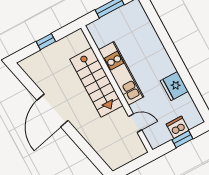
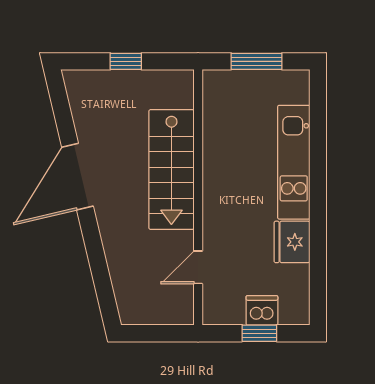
kitchen unit: (121, 73) -> (294, 162), moved, turned 180
door: (135, 123) -> (198, 267), swing flipped

